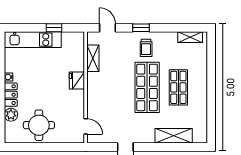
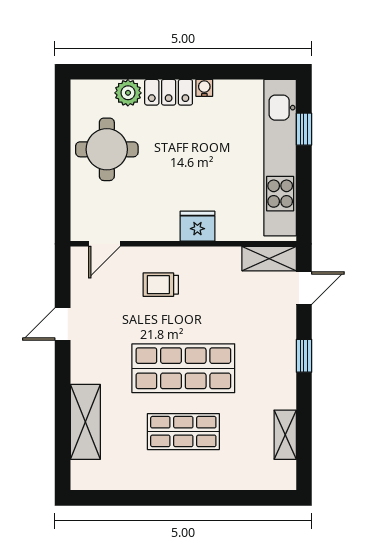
window: (54, 28) -> (304, 129), moved
shelving: (190, 37) -> (285, 435), moved
kitchen unit: (33, 40) -> (280, 158), width x1.36
trolley: (146, 48) -> (161, 285), moved
shelving: (93, 58) -> (269, 259), moved

